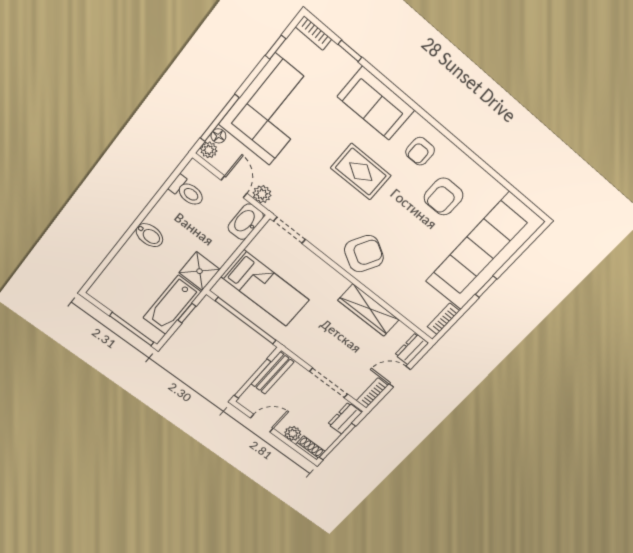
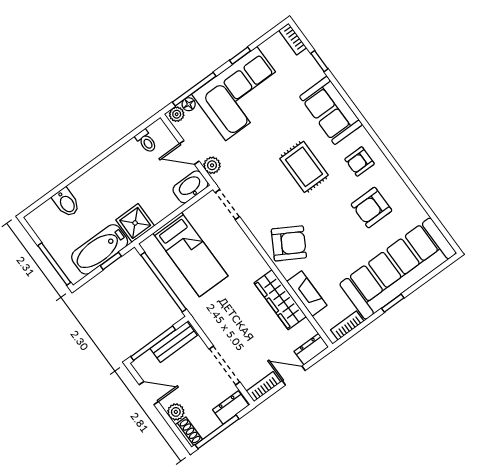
window: (276, 47) -> (240, 56), moved
door: (234, 187) -> (189, 152), swing flipped
toilet: (187, 191) -> (146, 141), width x0.73, depth x0.72
bidet: (149, 235) -> (66, 202), moved
fireplace: (395, 298) -> (307, 293), added

